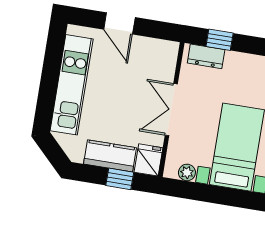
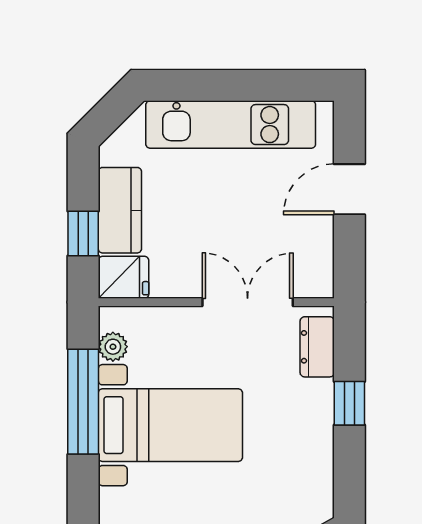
window: (220, 40) -> (349, 403), moved
double door: (171, 110) -> (248, 302), moved
window: (215, 195) -> (83, 402), added

